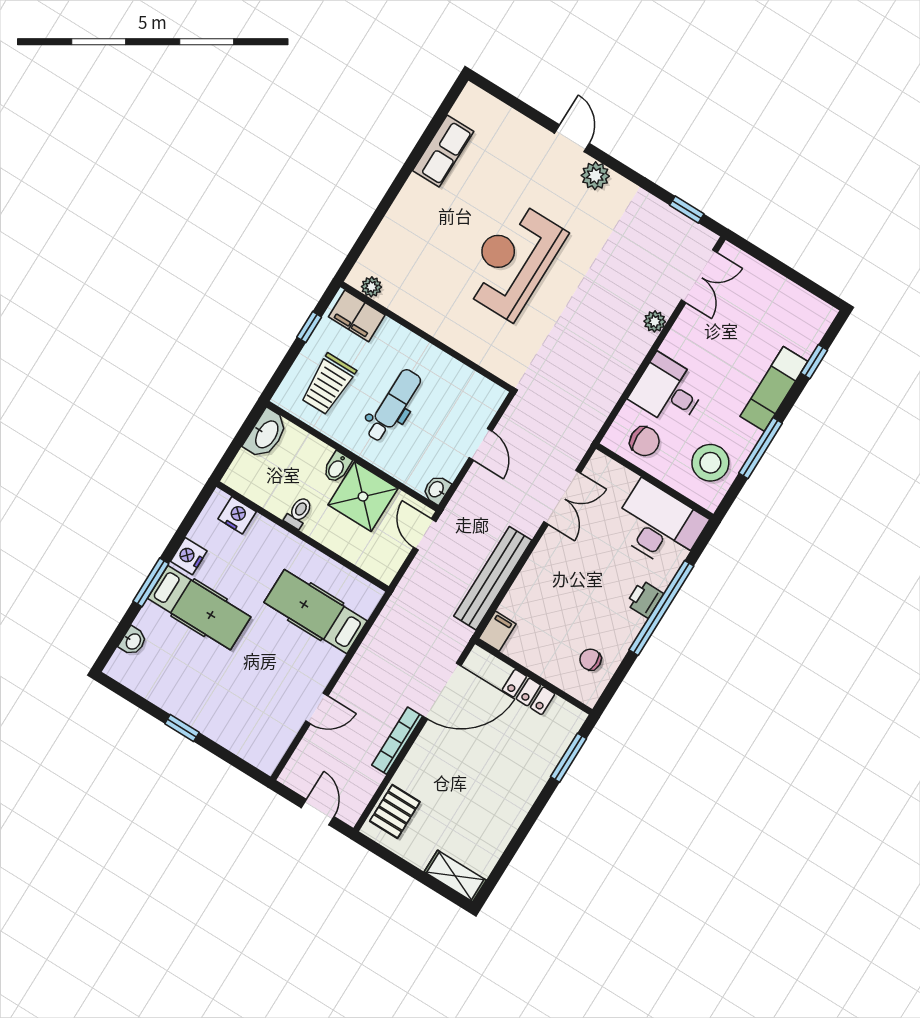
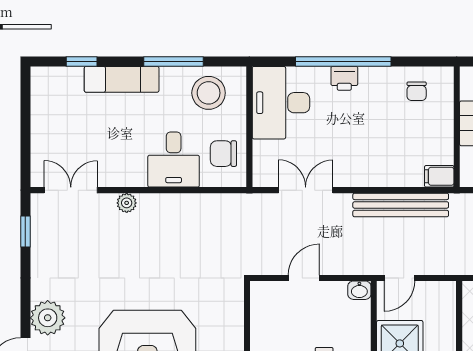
plant: (595, 176) -> (48, 318), width x1.36, depth x1.36
chair: (645, 441) -> (223, 154), turned -90

